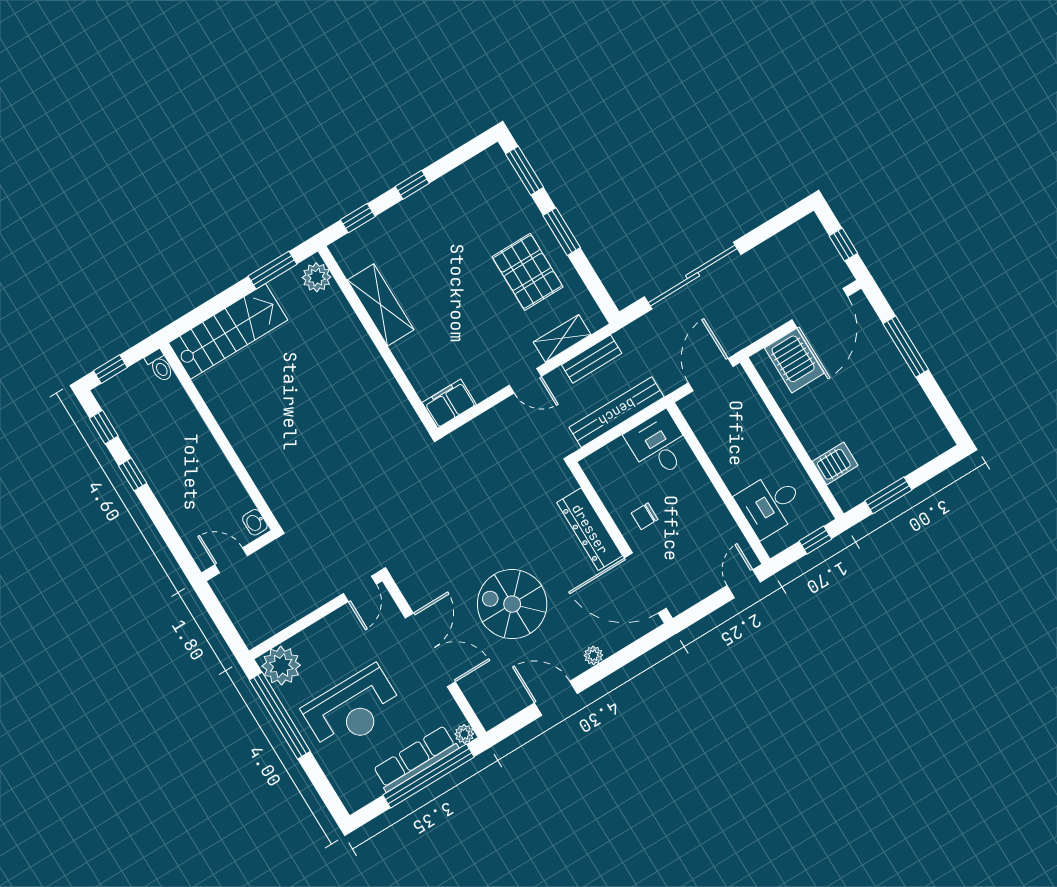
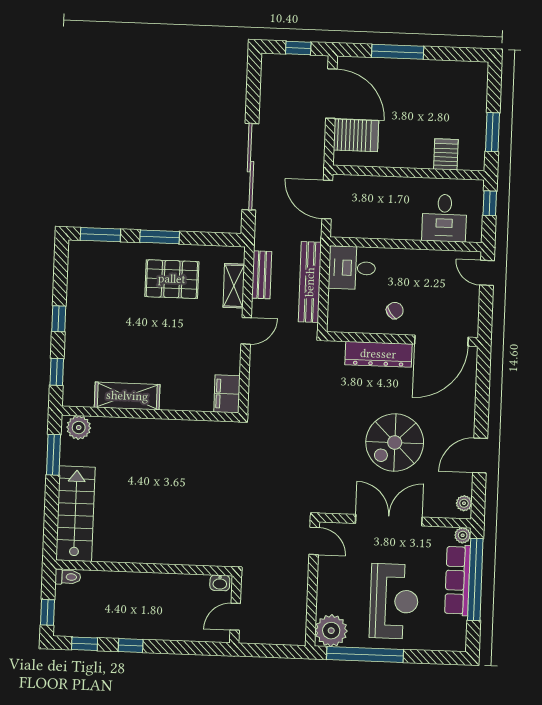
chair: (645, 516) -> (395, 310), turned -127
plant: (593, 655) -> (464, 503), moved

